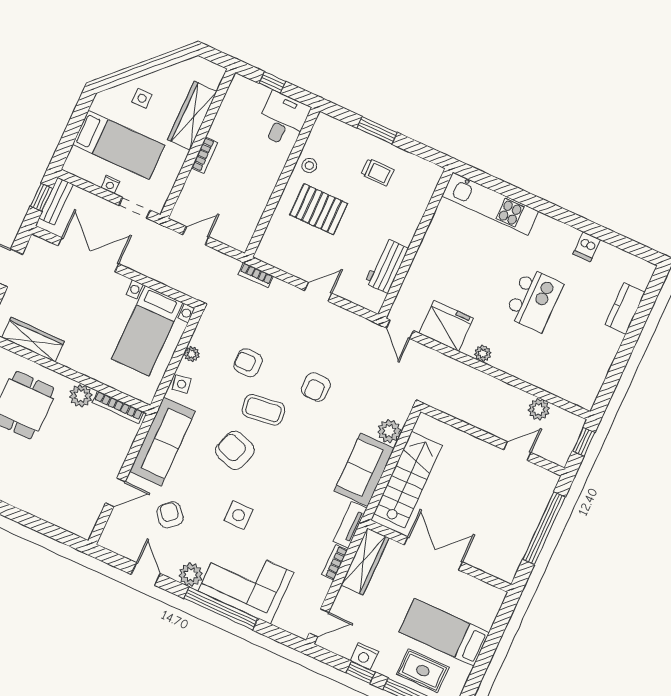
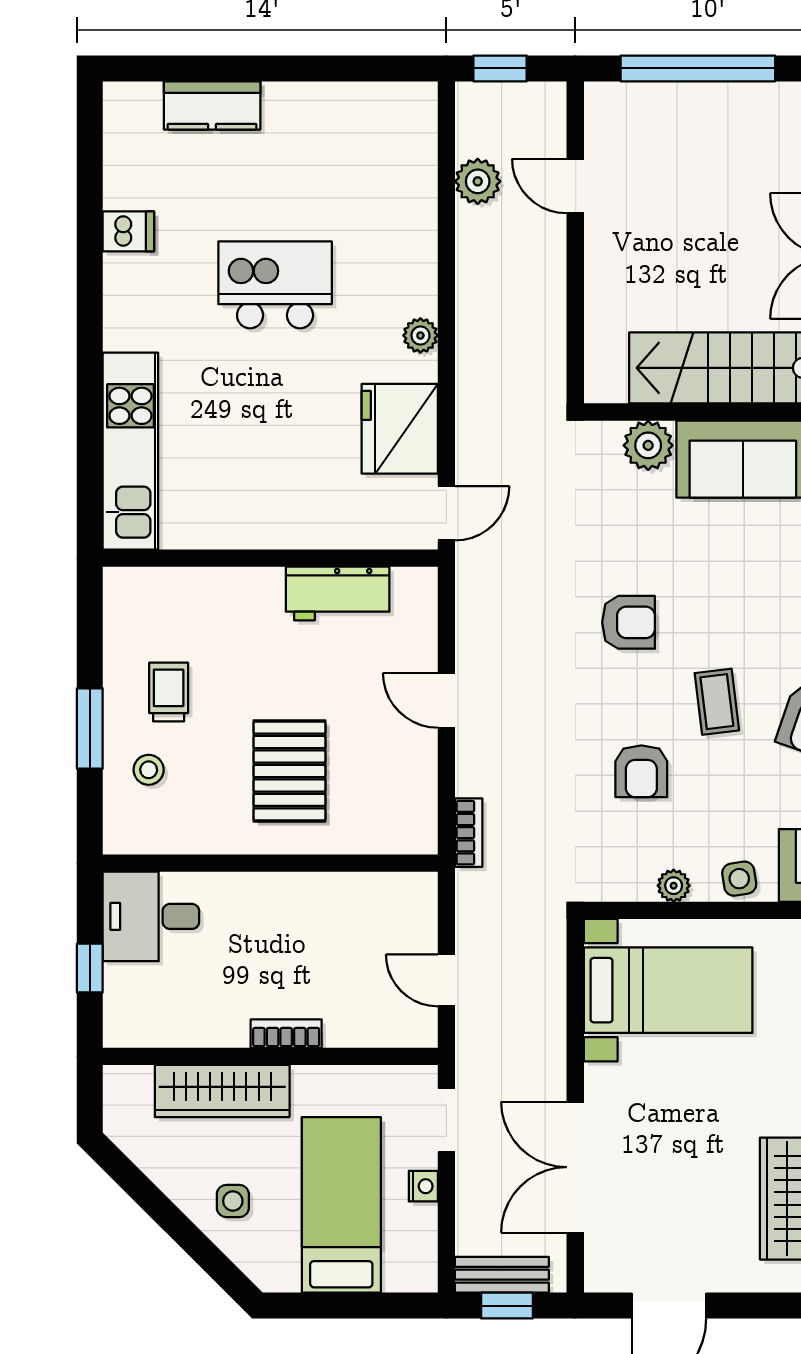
stool: (309, 166) -> (149, 770), moved
coffee table: (263, 410) -> (717, 702), width x0.73, depth x0.77

